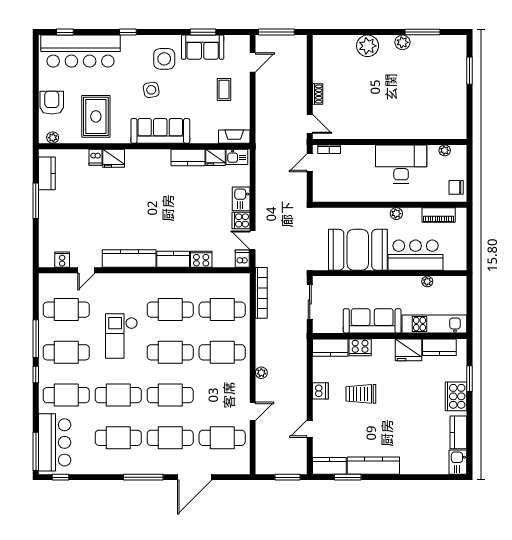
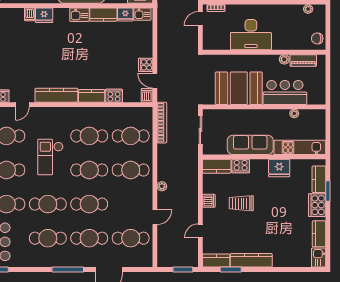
desk: (401, 164) -> (251, 35), moved, turned 180
kitchen sink: (241, 199) -> (79, 15), moved, turned -90
plant: (396, 214) -> (284, 59), moved
kitchen counter: (439, 347) -> (319, 179), moved, turned 90

